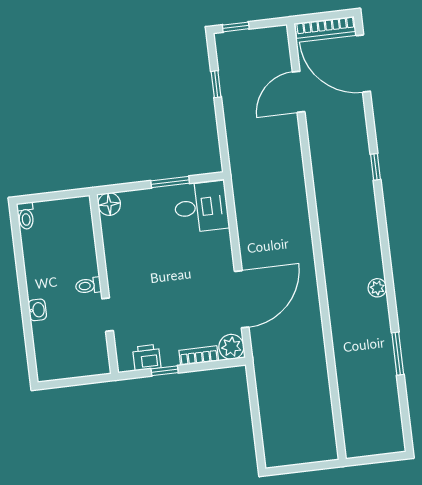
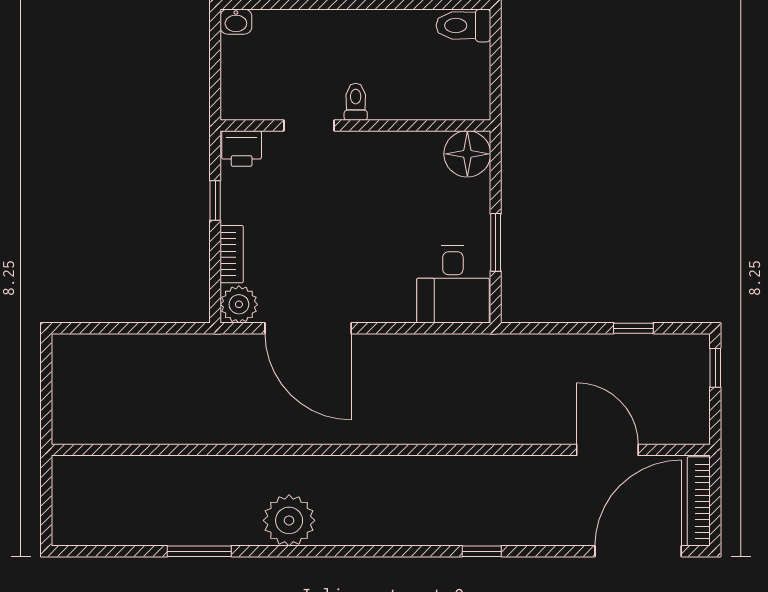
floor lamp: (109, 204) -> (467, 154), width x1.38, depth x1.38
toilet: (26, 216) -> (463, 25), width x1.37, depth x1.39
plant: (377, 288) -> (289, 520), width x1.88, depth x1.88
washbasin: (37, 310) -> (236, 22), moved
printer: (147, 357) -> (242, 148), moved, turned 90

